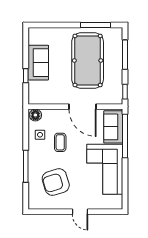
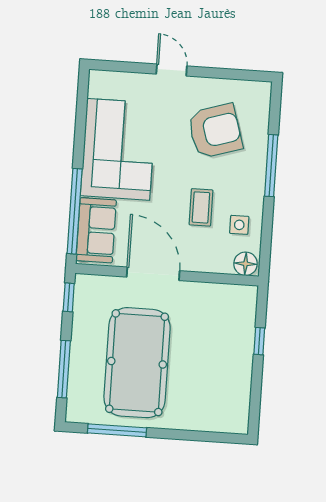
sofa: (38, 63) -> (233, 365), removed

